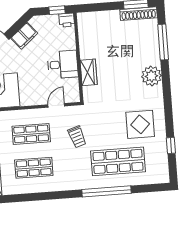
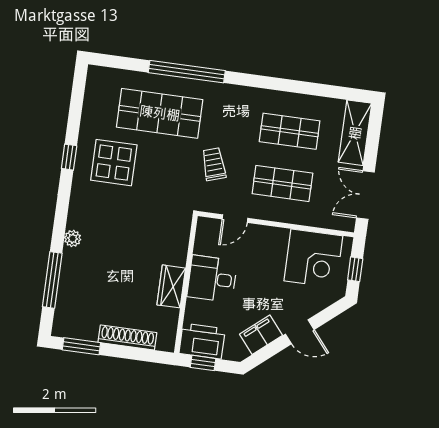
shoe rack: (139, 14) -> (127, 338), moved
printer: (67, 20) -> (202, 341), width x1.87, depth x1.48
wardrobe: (89, 72) -> (171, 286), moved
plant: (151, 76) -> (73, 238), width x0.53, depth x0.53
window: (171, 145) -> (69, 157), moved

